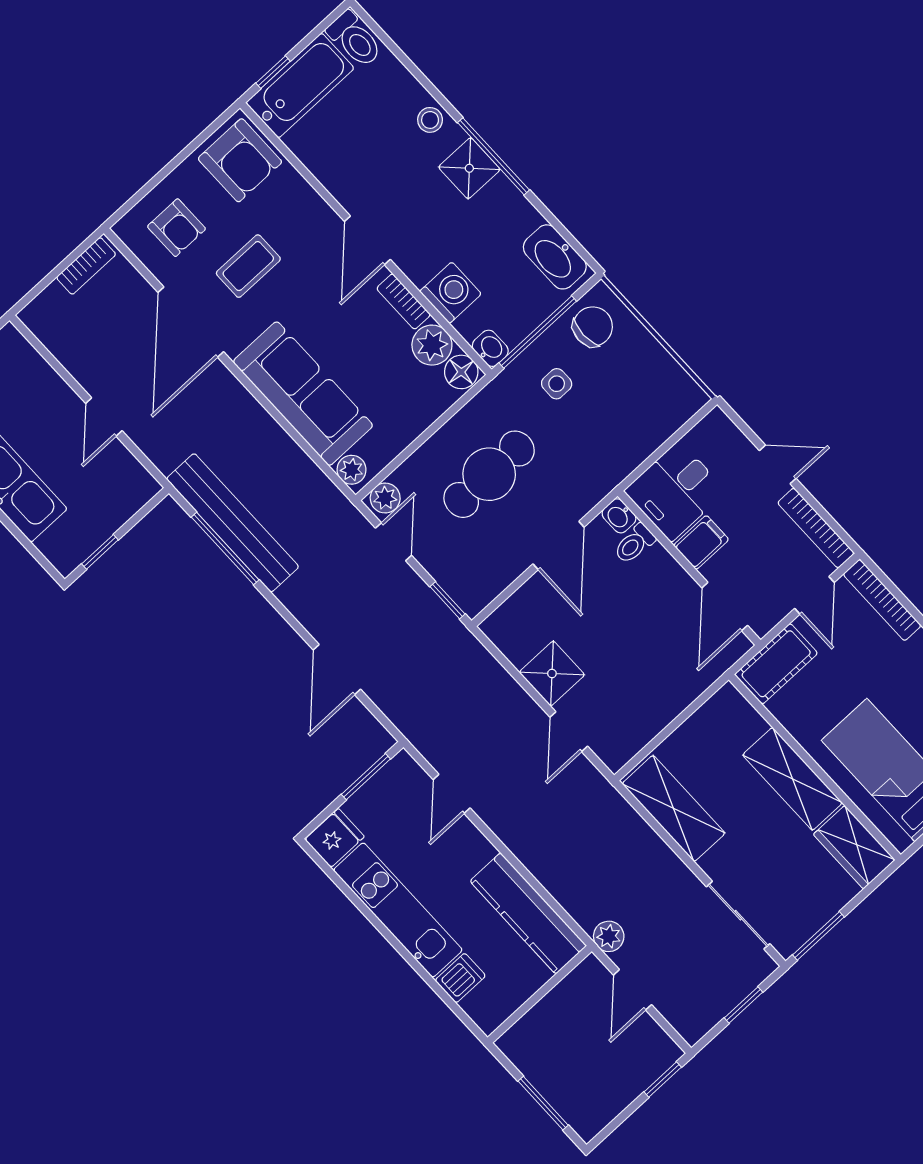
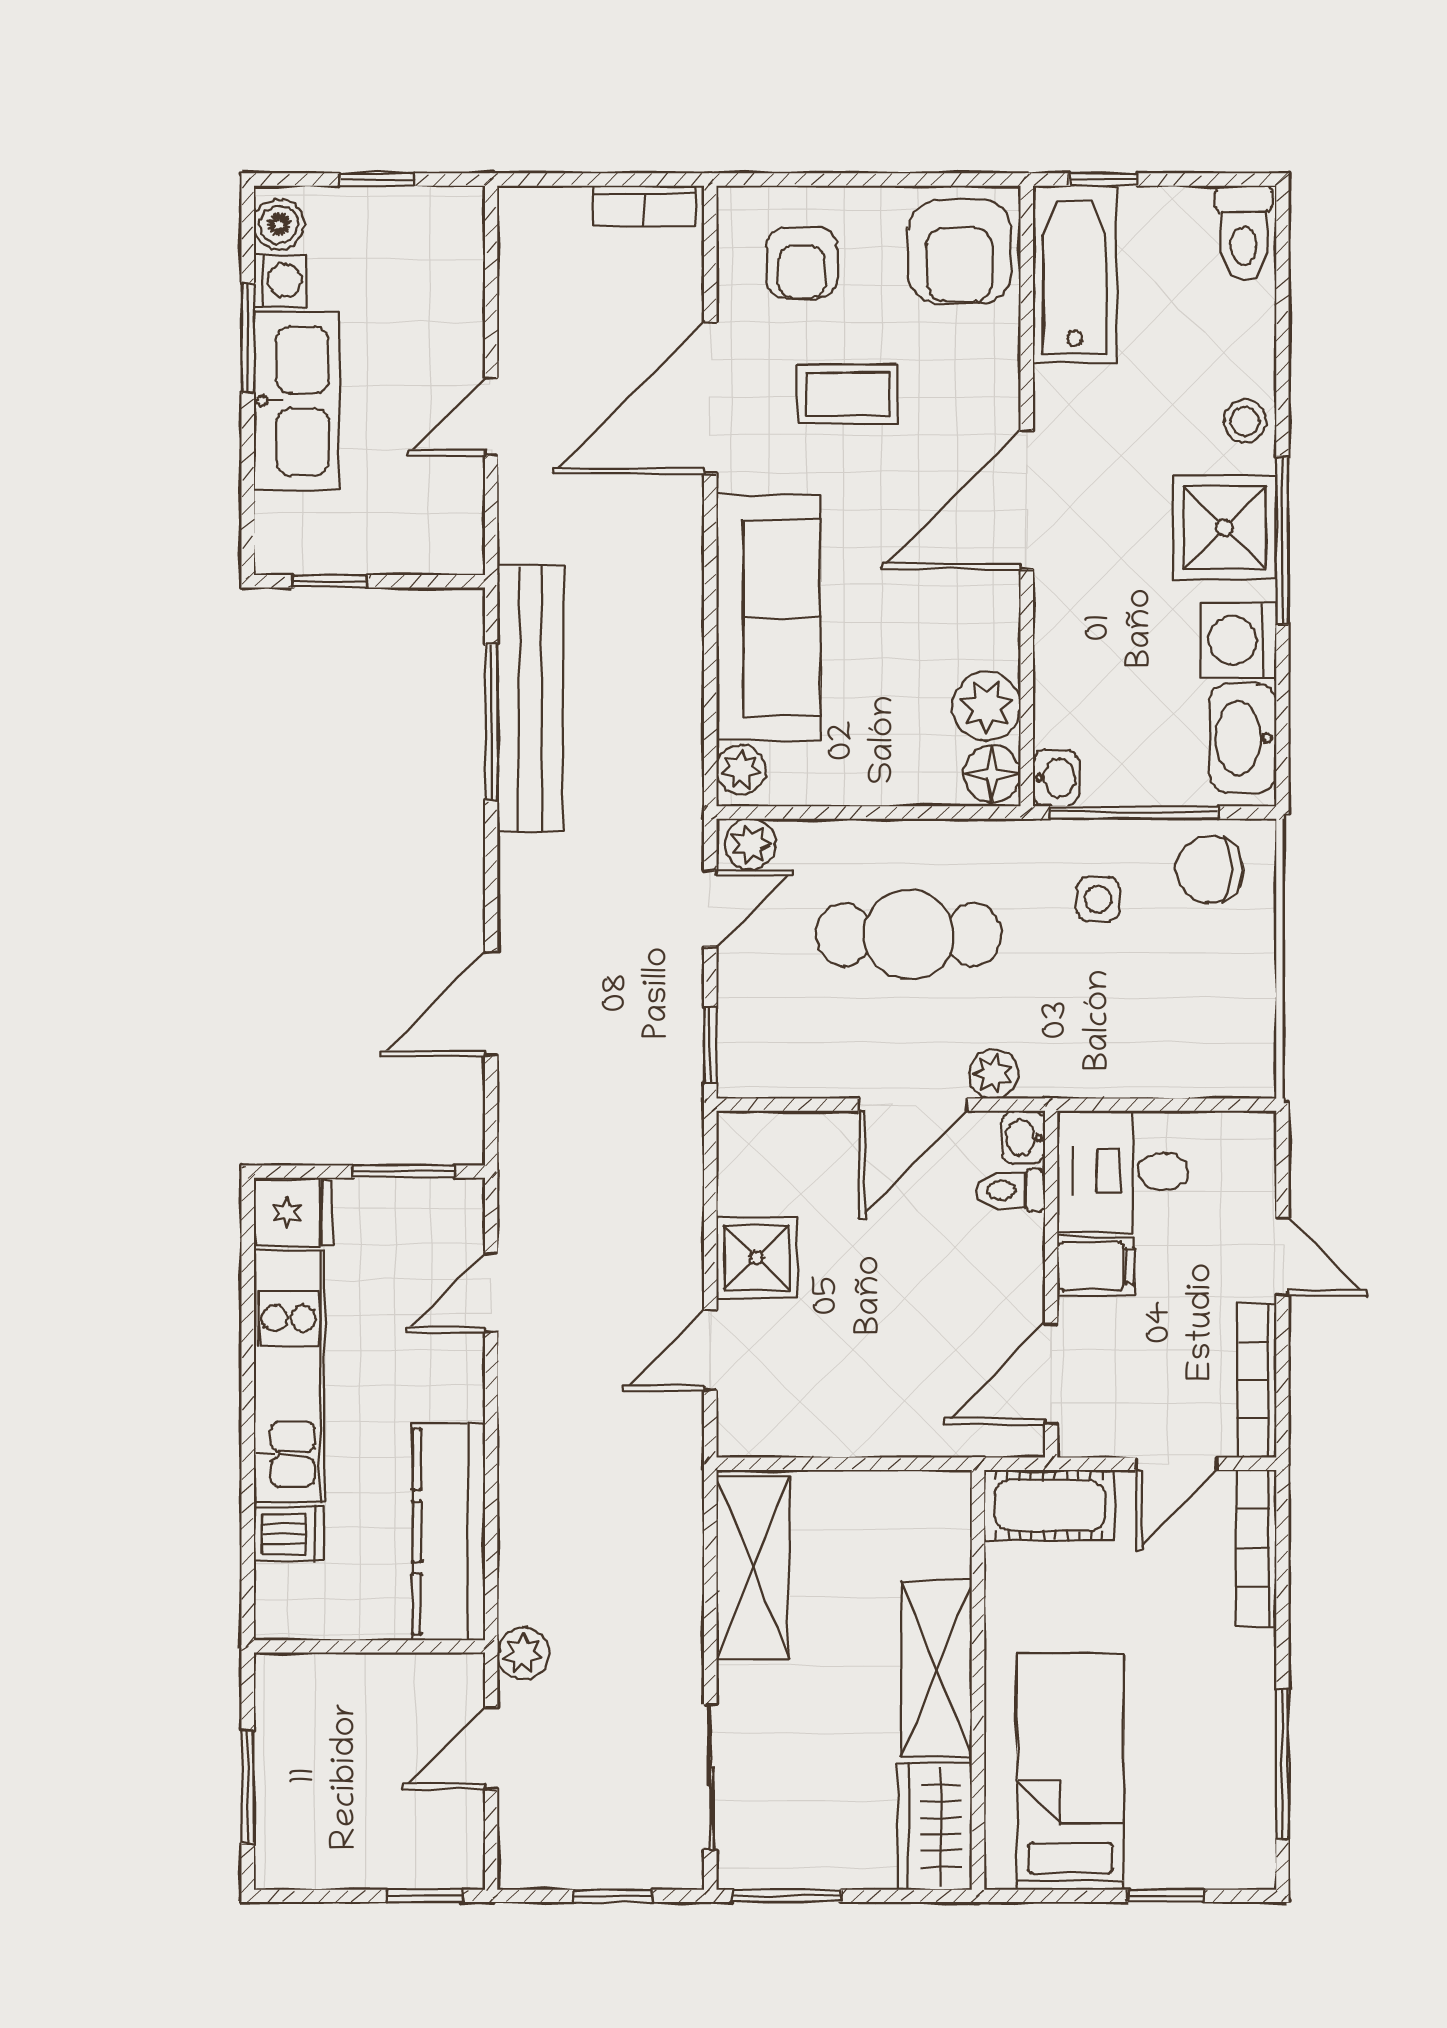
bathtub: (300, 85) -> (1075, 274), moved, turned -90
shower: (469, 168) -> (1224, 528), width x1.36, depth x1.36
door: (367, 240) -> (1027, 500), width x1.36
washing machine: (451, 293) -> (1239, 640), moved, turned 180
bookcase: (404, 301) -> (1001, 619), removed
chair: (593, 327) -> (1210, 869), turned 180
plant: (581, 500) -> (993, 1074), added

